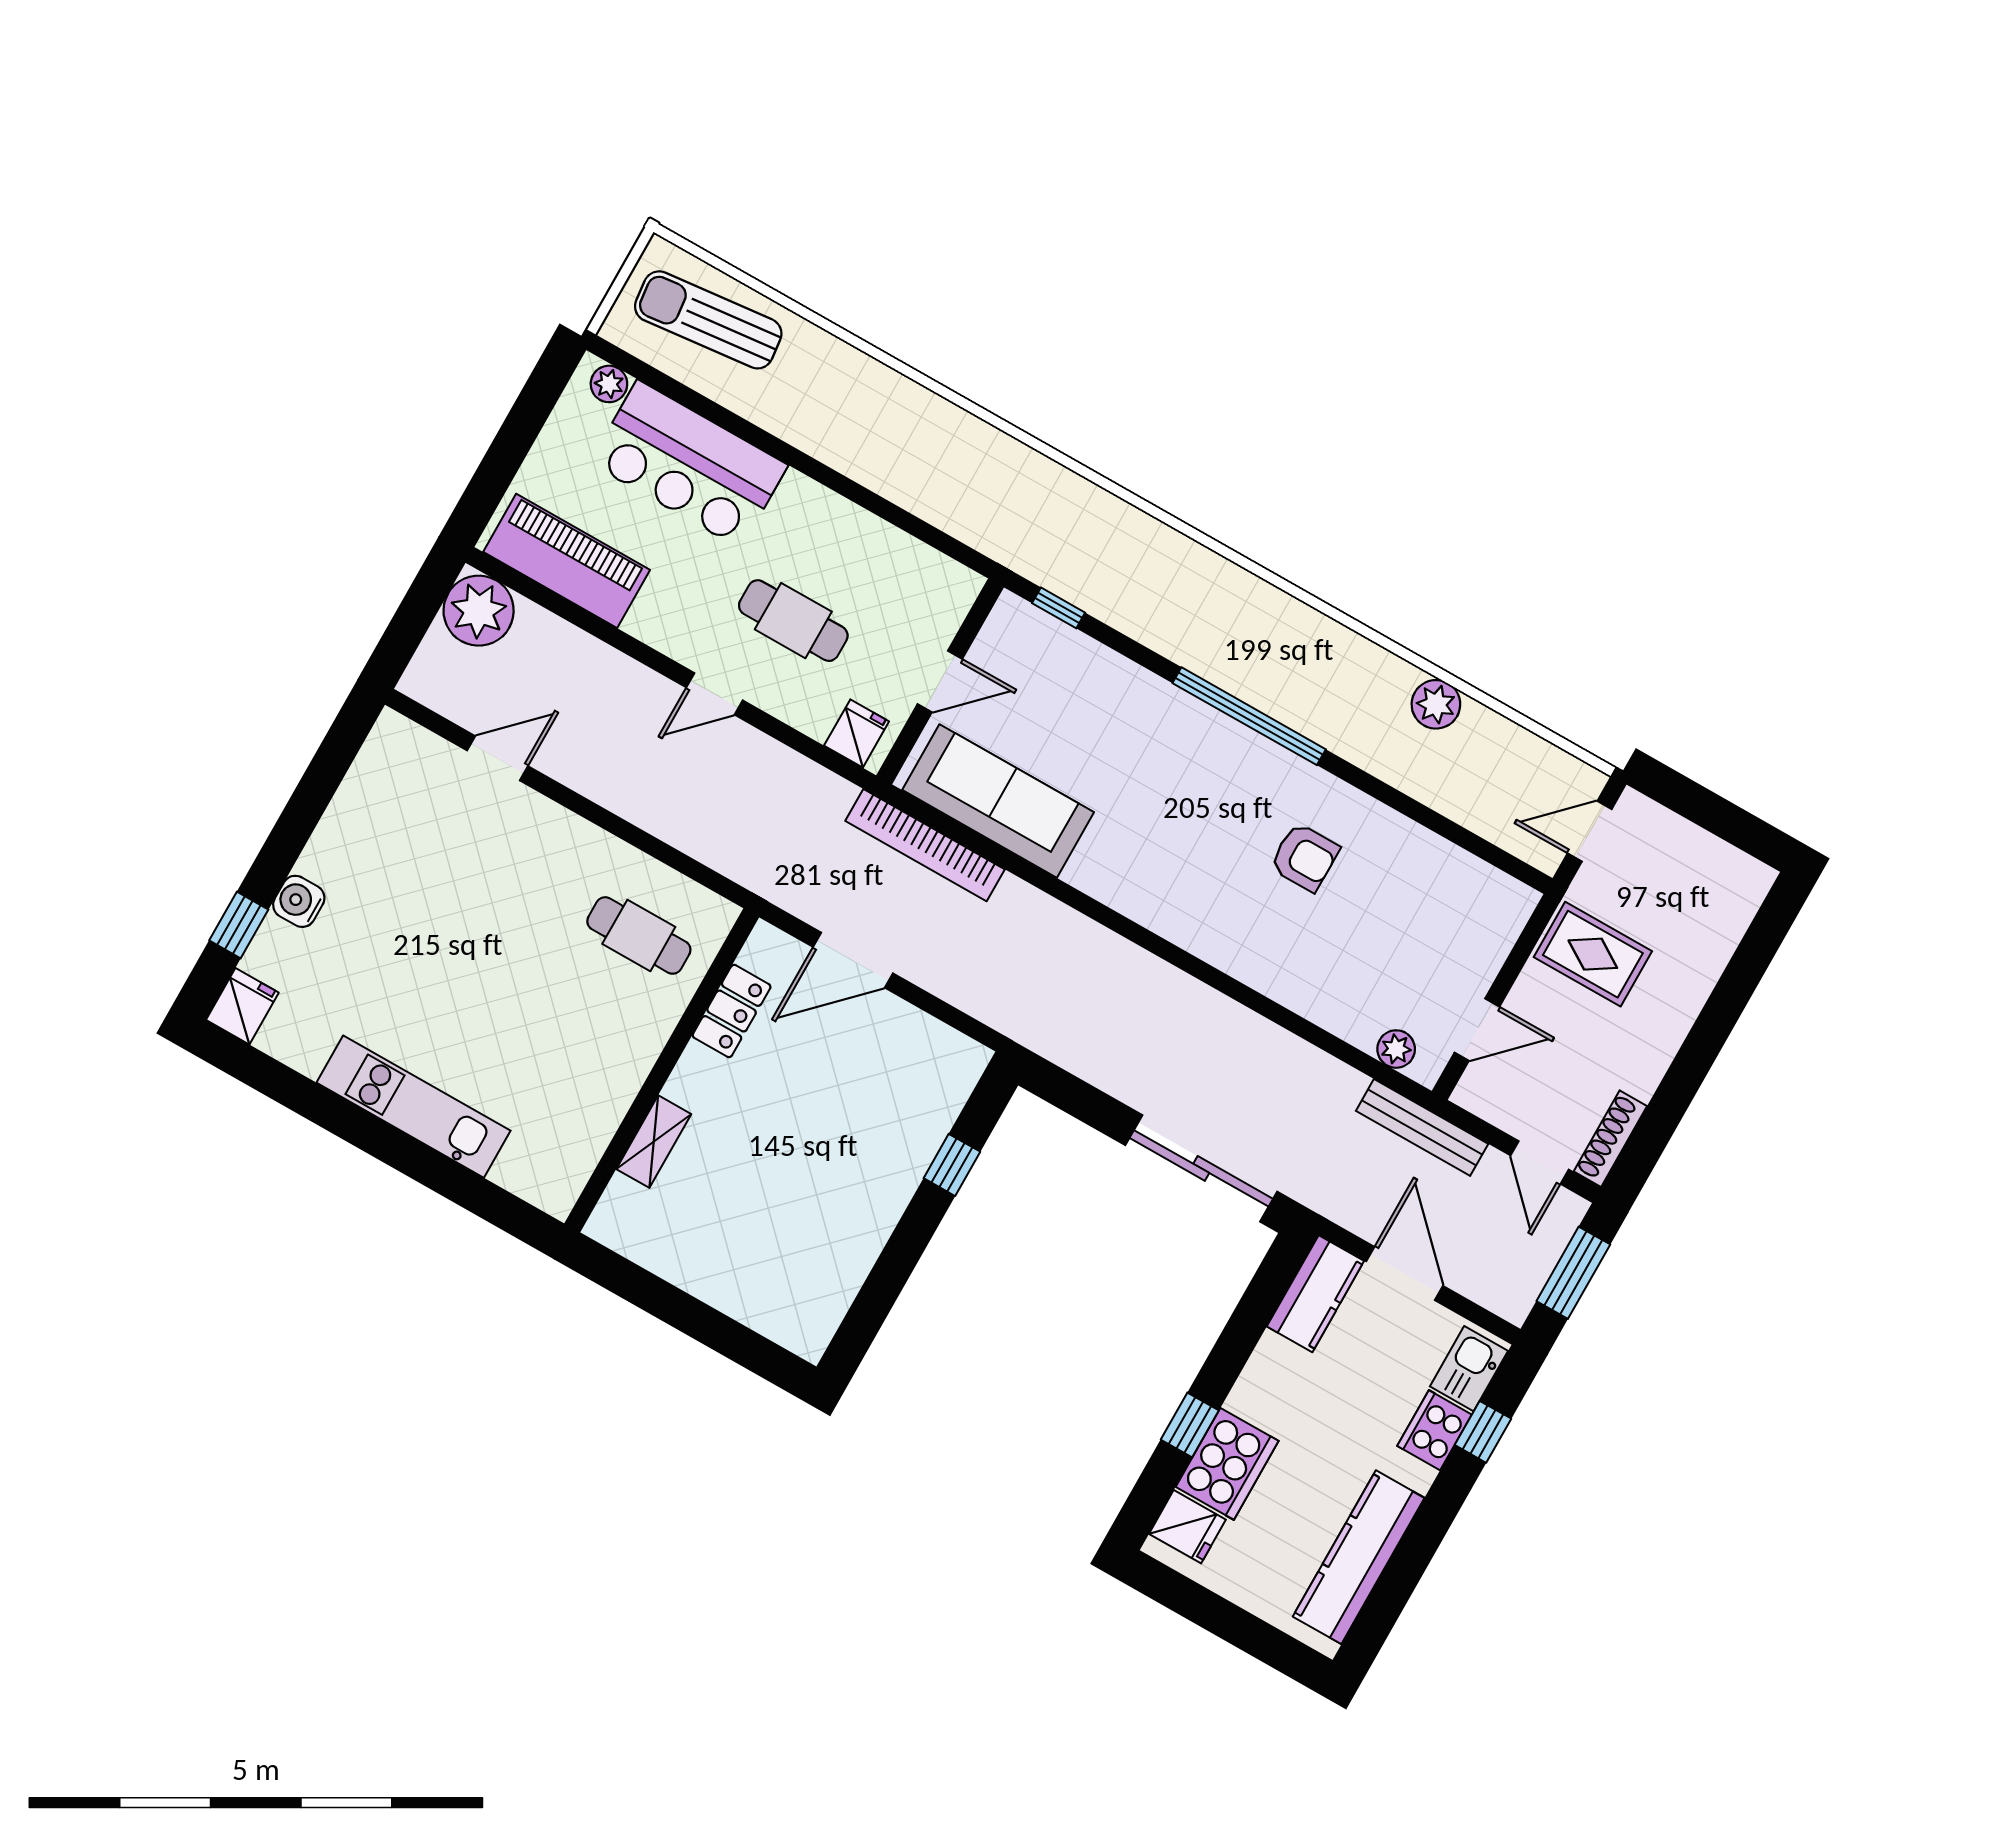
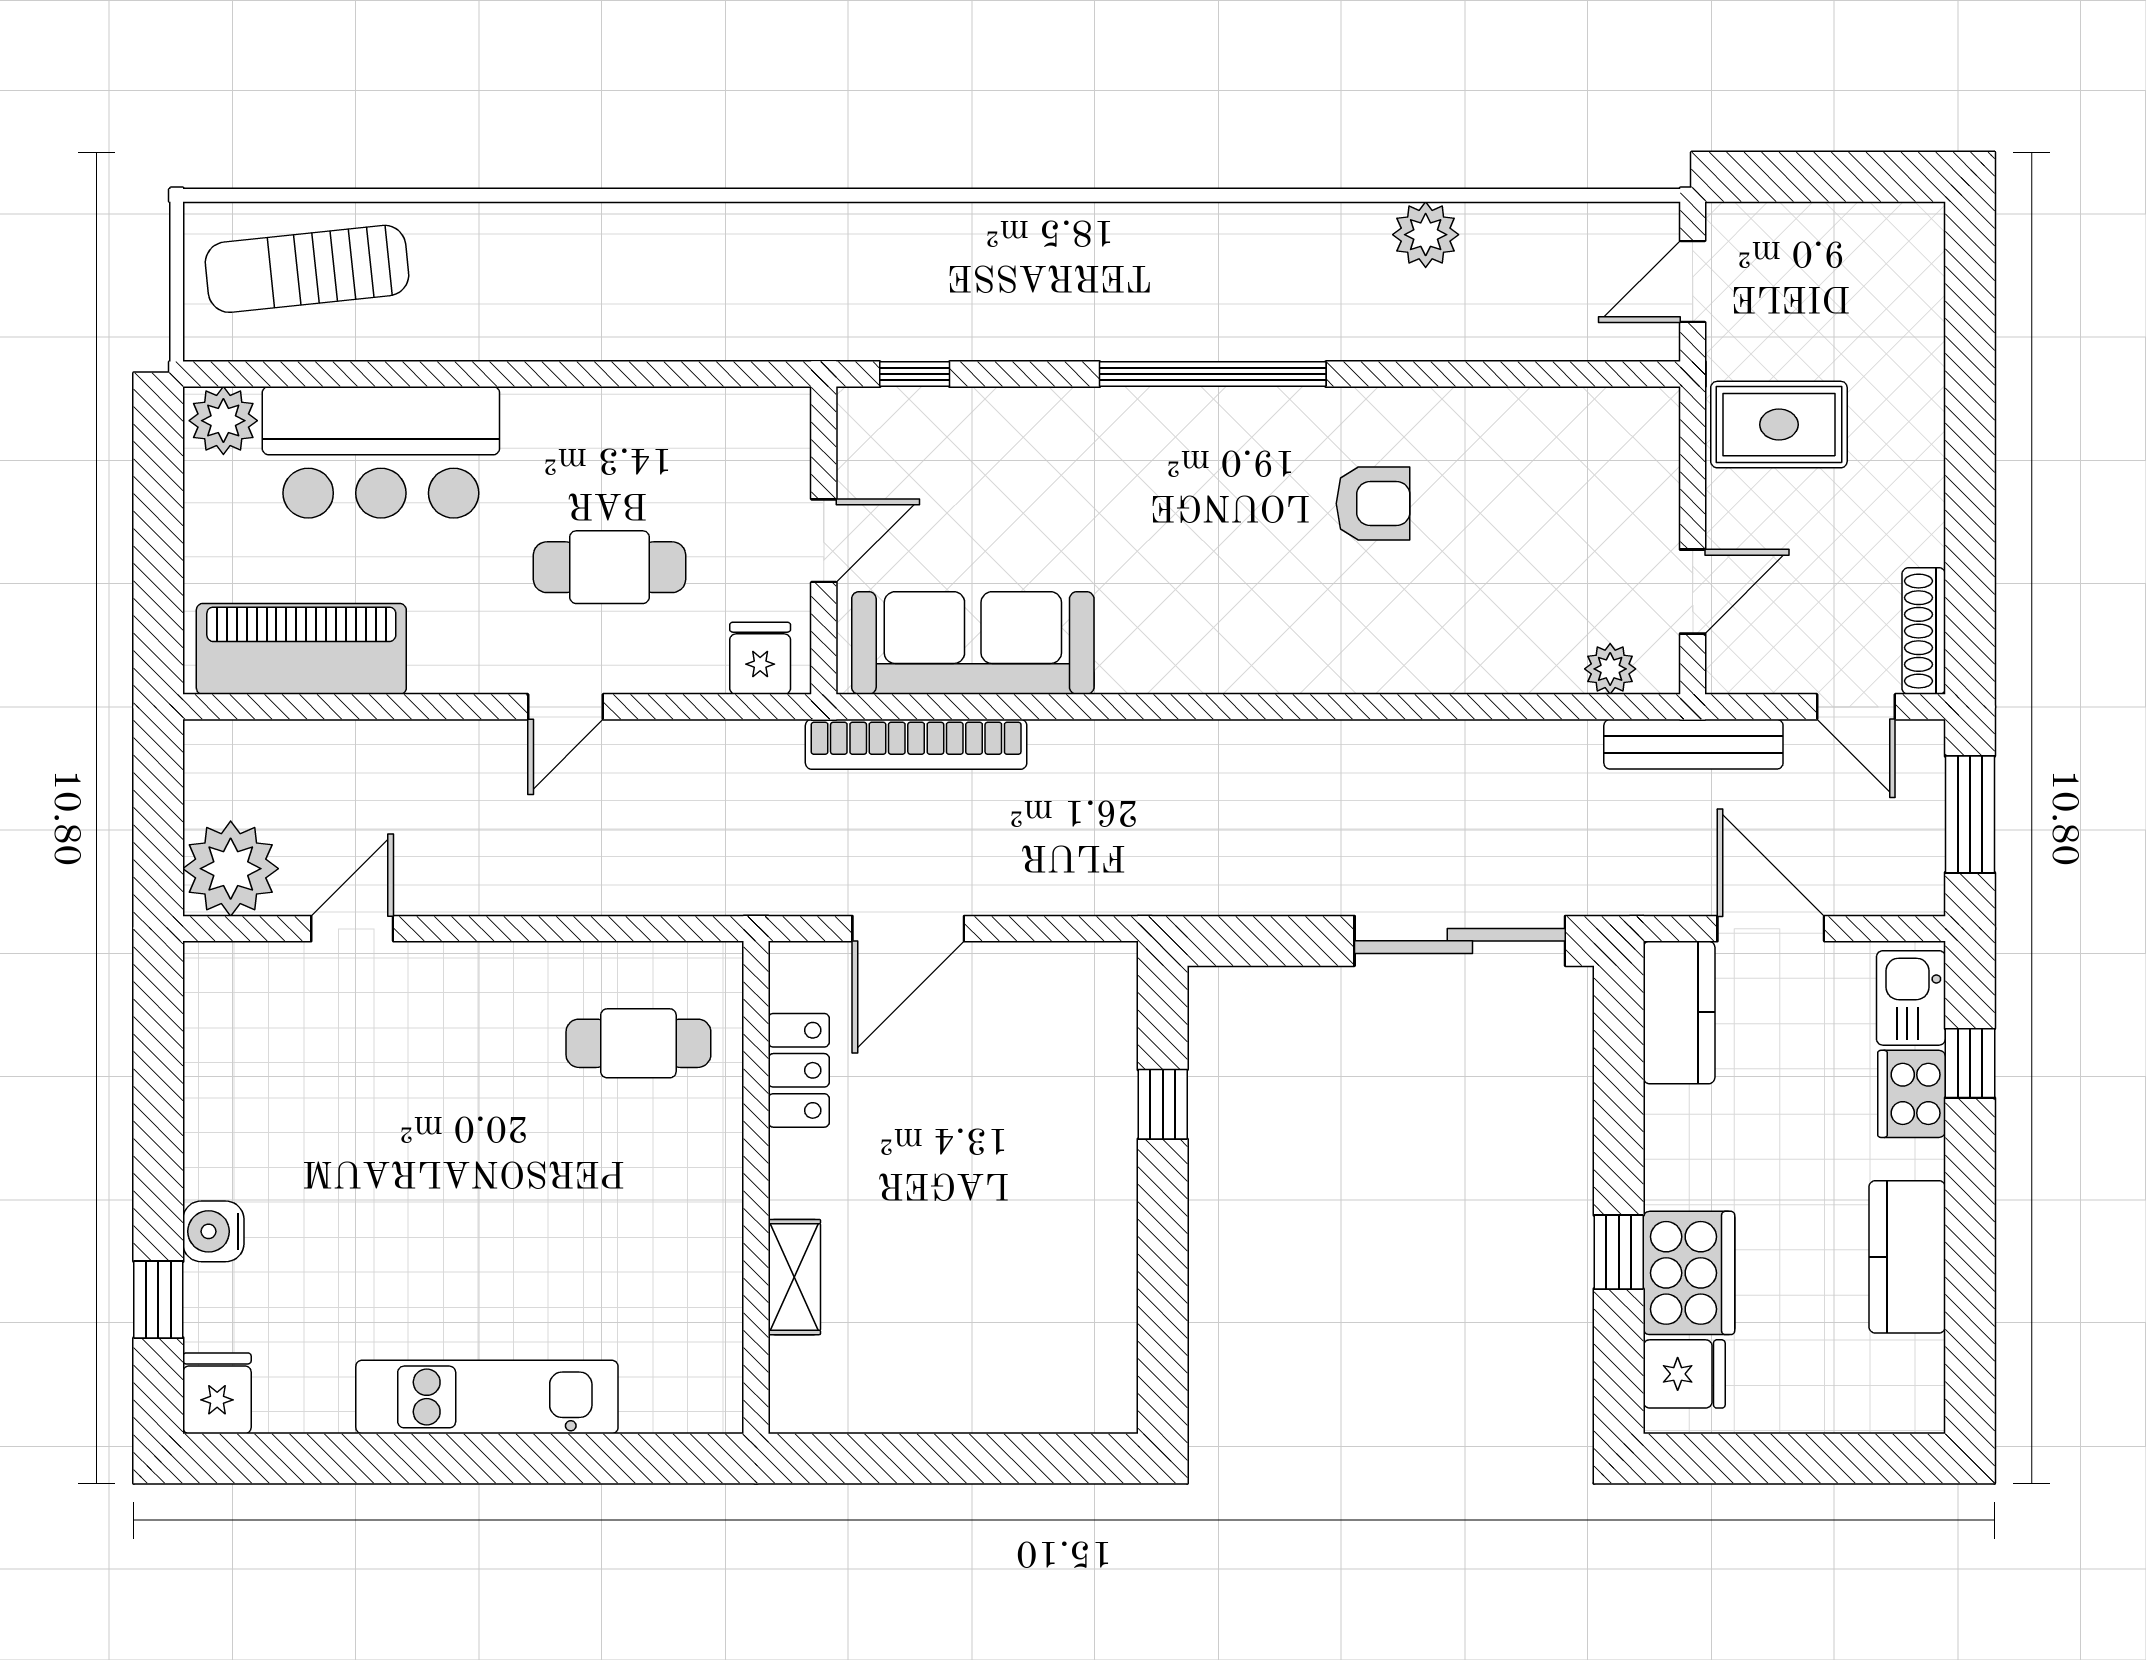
plant: (609, 384) -> (223, 421), width x1.38, depth x1.38
plant: (479, 611) -> (231, 869), moved
kitchen counter: (1359, 1557) -> (1907, 1257), width x0.67

